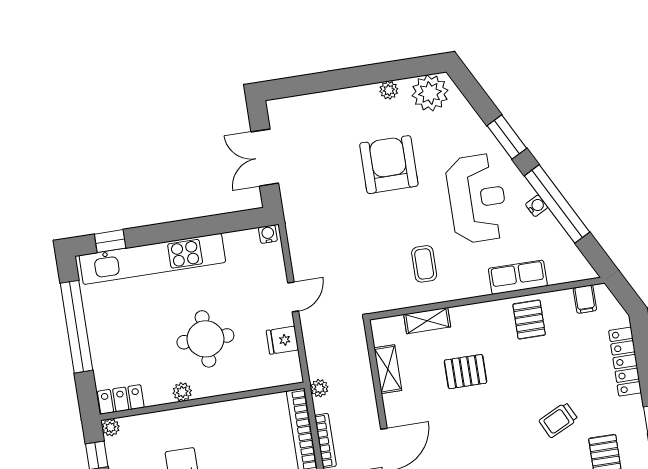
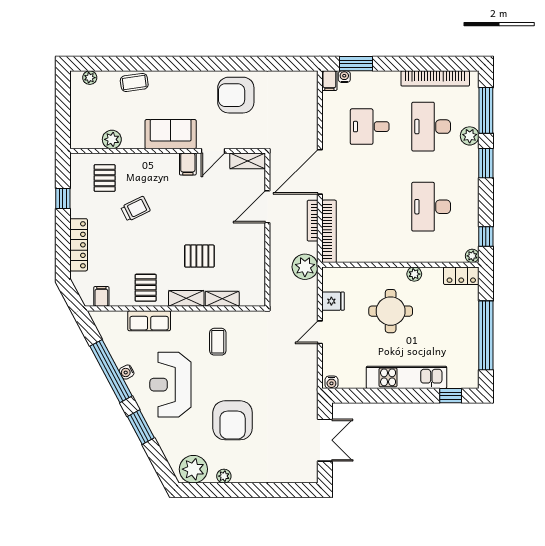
kitchen unit: (152, 259) -> (406, 377), width x0.73
shelving: (388, 369) -> (186, 298), moved, turned 90
plant: (319, 388) -> (305, 267), width x1.88, depth x1.88

